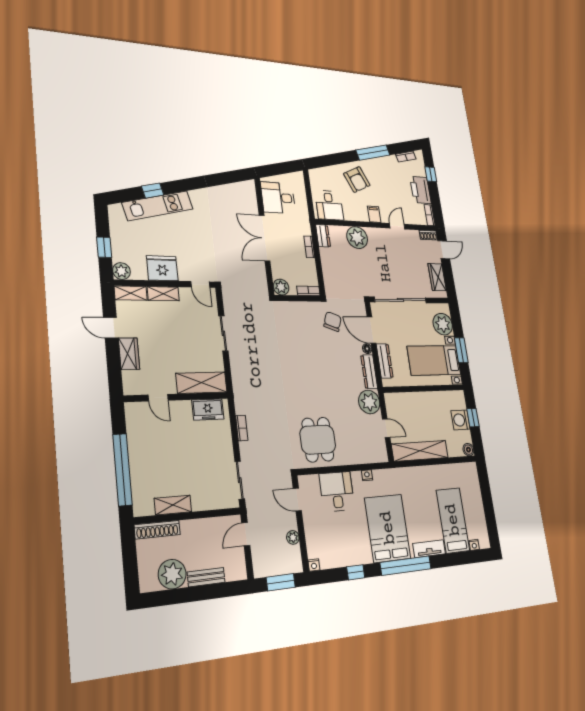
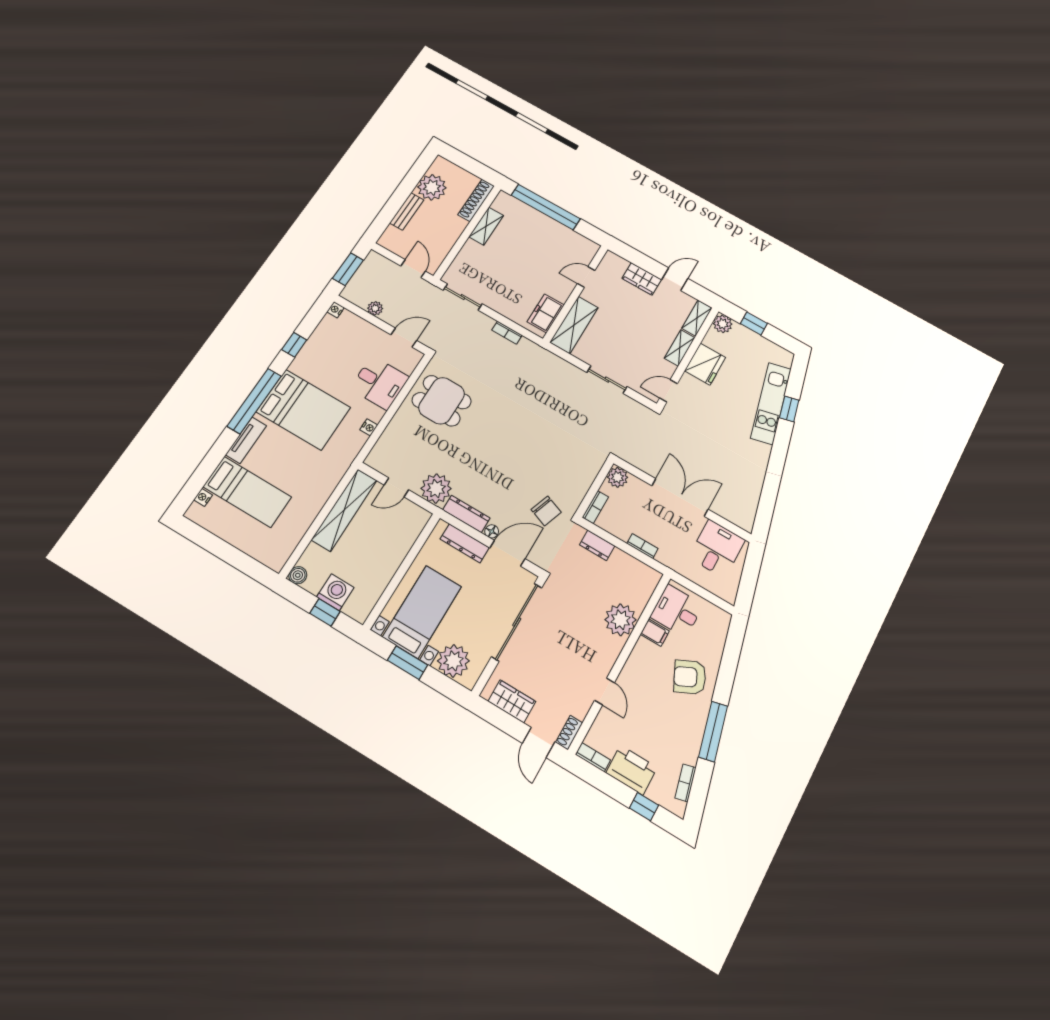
filing cabinet: (374, 214) -> (655, 633), moved
dresser: (323, 236) -> (597, 545), moved

